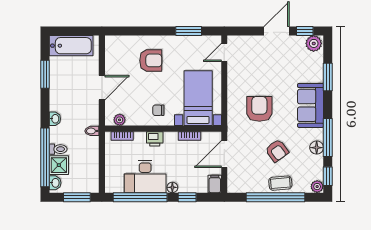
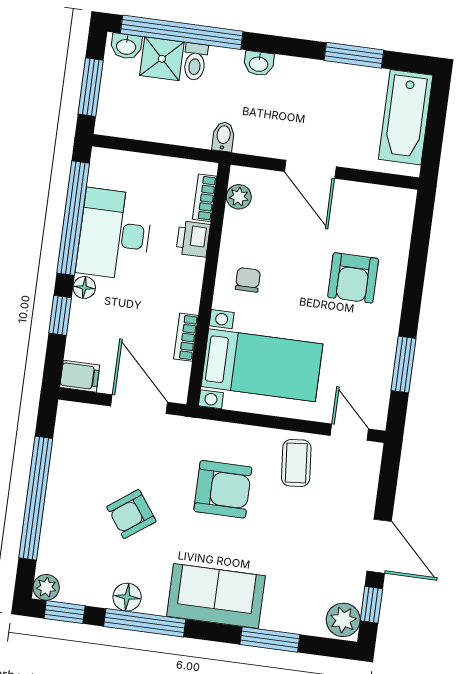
printer: (155, 139) -> (193, 239), moved
coffee table: (280, 183) -> (296, 463), moved

